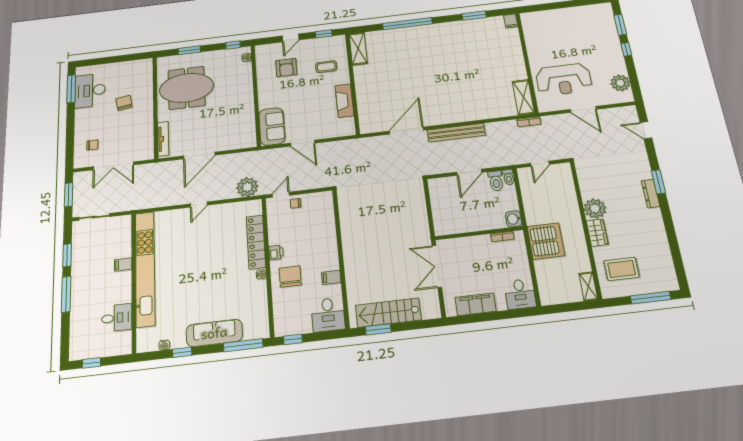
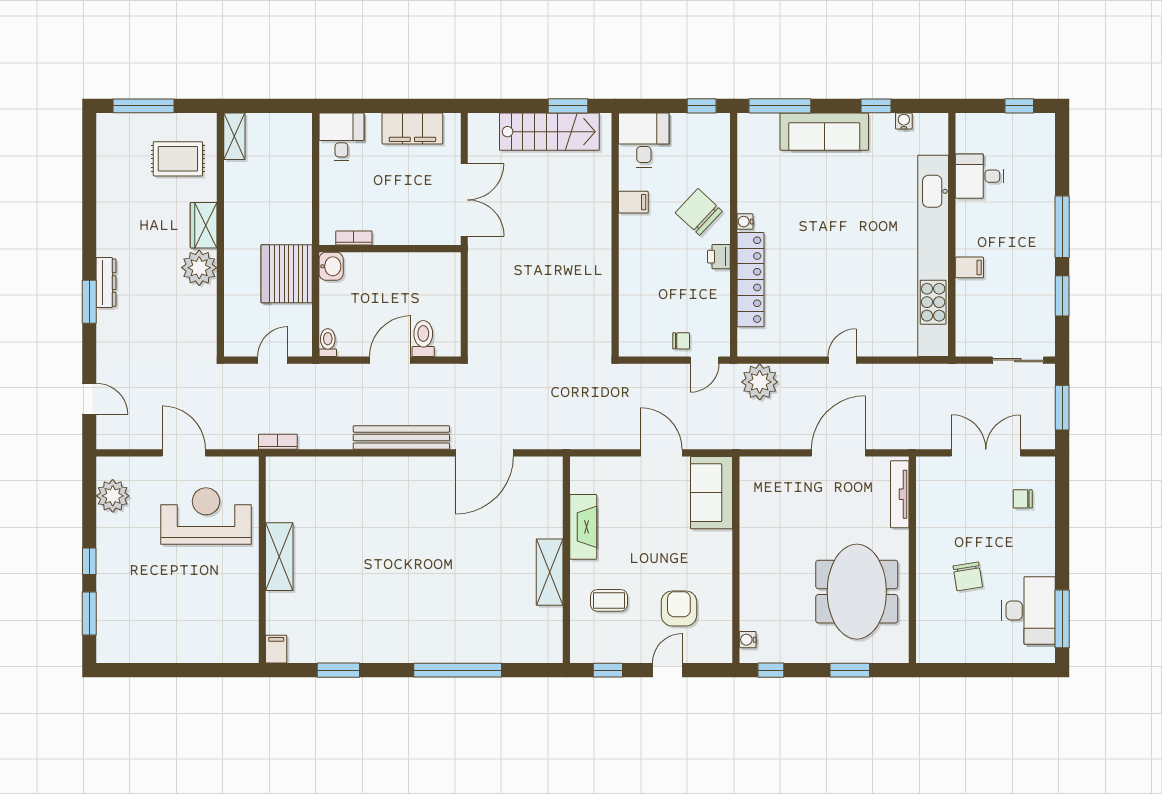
shelving: (358, 49) -> (550, 572), moved
meeting table: (187, 88) -> (857, 592), turned 90
shelving: (523, 97) -> (279, 557), moved
toilet: (496, 181) -> (423, 339), moved
server rack: (546, 241) -> (287, 274), moved
chair: (290, 276) -> (699, 212), turned 133

